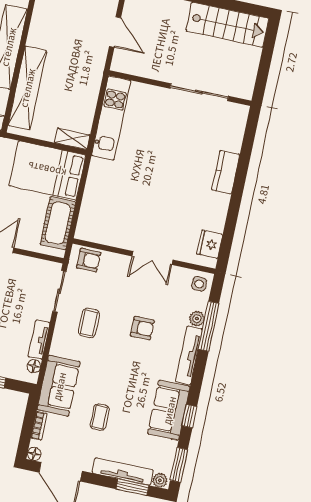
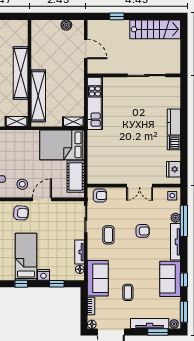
dishwasher: (219, 204) -> (174, 143), added

